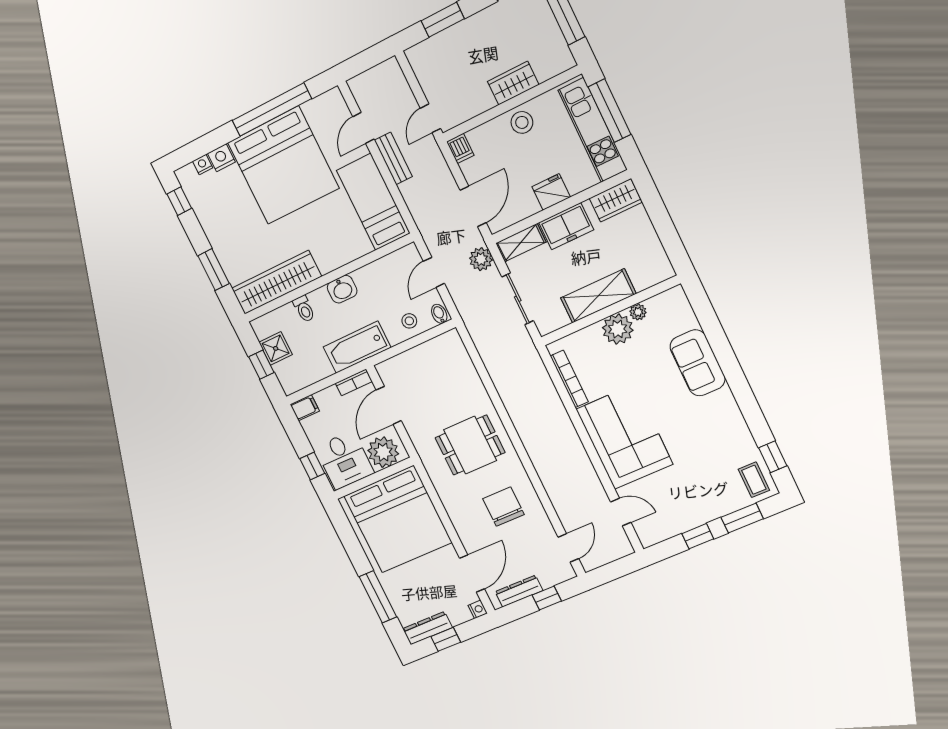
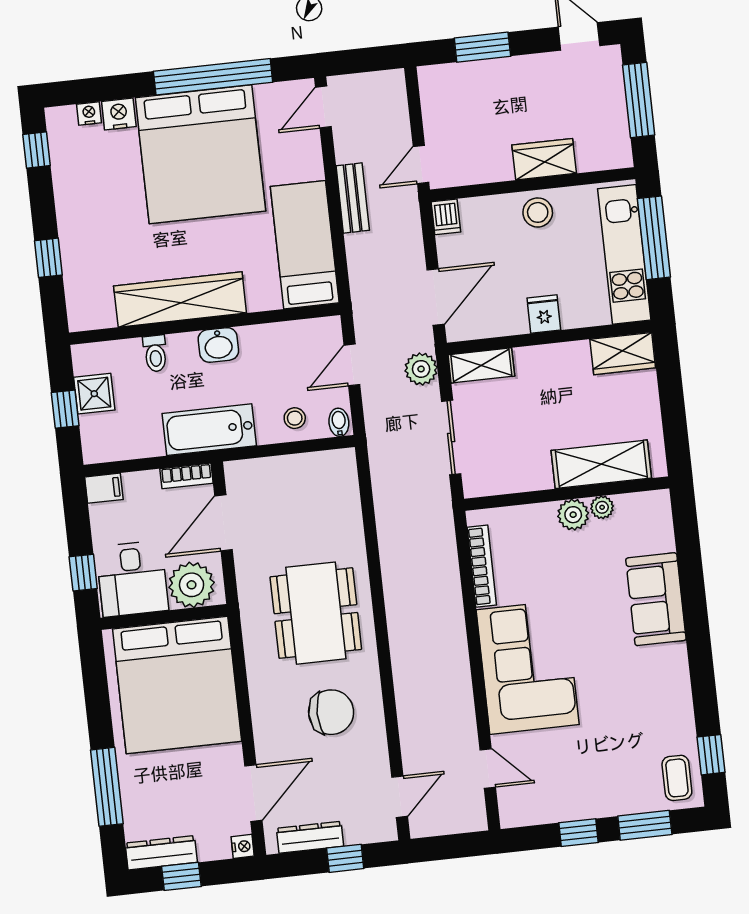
door: (363, 128) -> (323, 107), moved
fridge: (551, 192) -> (544, 314), width x0.72
freezer: (566, 226) -> (548, 365), removed
window: (214, 270) -> (48, 258), width x0.67
wardrobe: (277, 282) -> (180, 300), moved
shelving: (598, 296) -> (601, 464), moved
plant: (618, 329) -> (573, 515), width x0.73, depth x0.73
dining table: (470, 445) -> (316, 613), width x1.38
chair: (503, 507) -> (331, 712), turned 90

